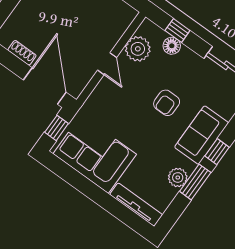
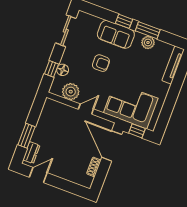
door: (45, 86) -> (112, 146), hinge flipped
corner sofa: (95, 154) -> (131, 106), moved, turned 90

